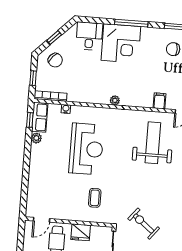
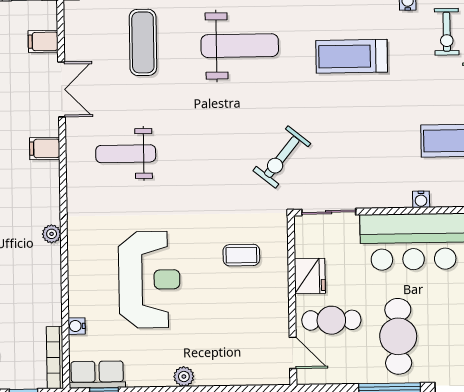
plant: (36, 138) -> (184, 377), moved
weight bench: (153, 143) -> (126, 154), width x0.73, depth x0.75
reception desk: (86, 149) -> (149, 280), turned 90

